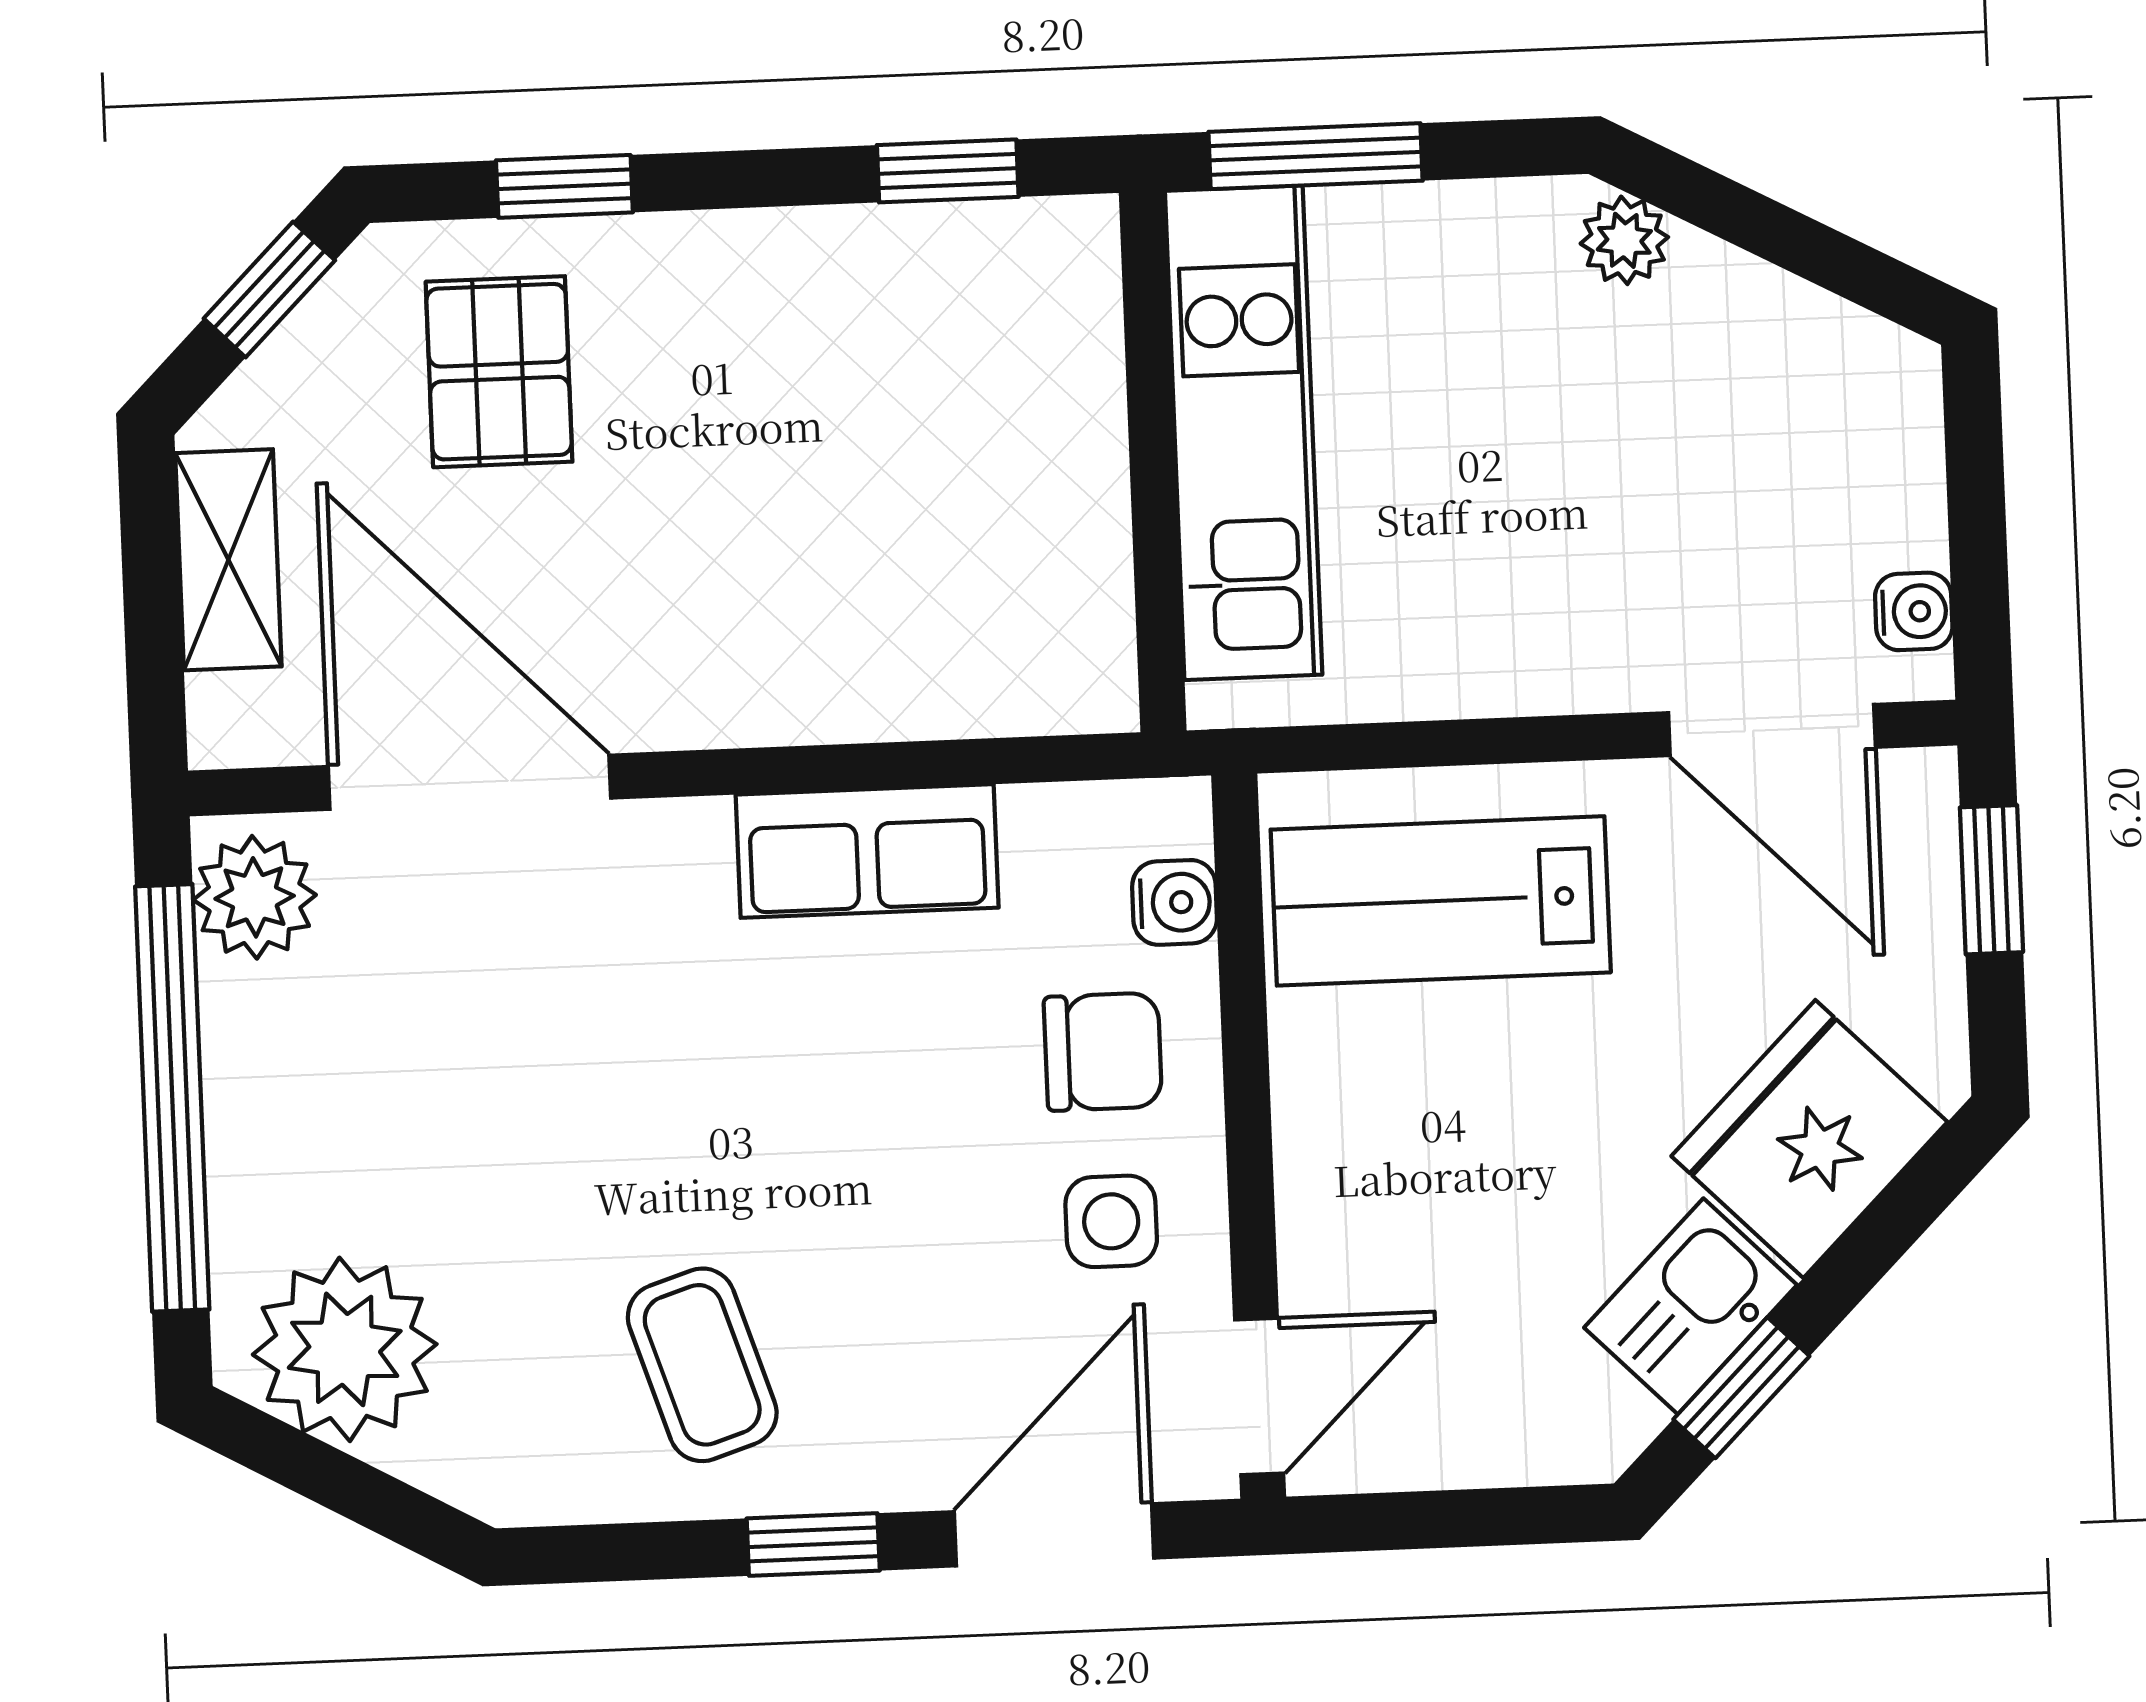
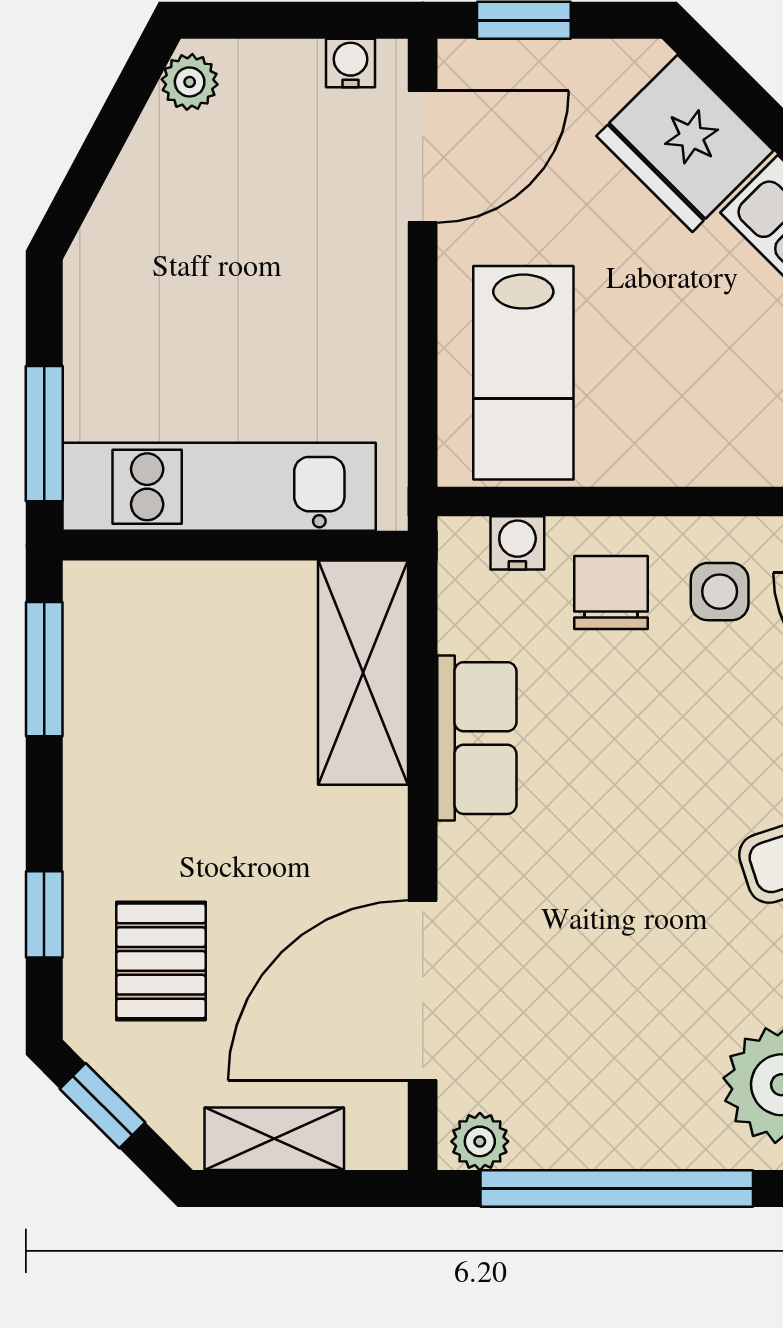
window: (948, 171) -> (44, 669), width x1.50
plant: (1624, 240) -> (190, 82), moved
pallet: (499, 372) -> (161, 961), turned 90
shelving: (962, 669) -> (363, 673), added
plant: (255, 897) -> (480, 1141), width x0.73, depth x0.73

